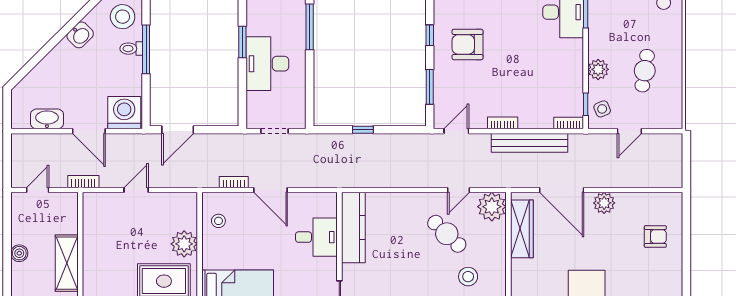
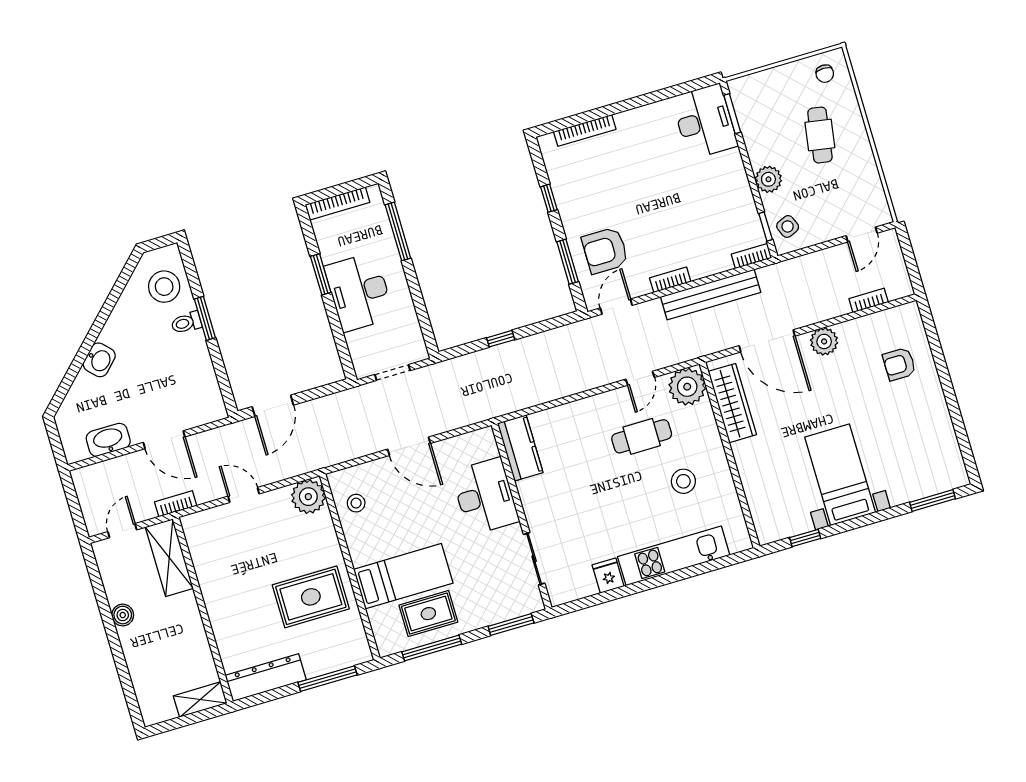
washbasin: (80, 35) -> (99, 360), moved
armchair: (468, 44) -> (605, 250), moved
window: (146, 49) -> (205, 318), width x0.69
cafe table: (645, 71) -> (820, 135), moved
washing machine: (124, 113) -> (201, 404), removed
door: (629, 131) -> (862, 234), moved
bookcase: (234, 182) -> (869, 300), moved
door: (136, 190) -> (244, 495), hinge flipped
kitchen counter: (353, 228) -> (520, 448), width x0.67
cafe table: (447, 234) -> (642, 436), turned -44
armchair: (655, 236) -> (899, 364), turned 180
desk: (316, 237) -> (485, 496), width x1.37
plant: (184, 244) -> (308, 497), moved
shelving: (67, 263) -> (169, 558), moved

